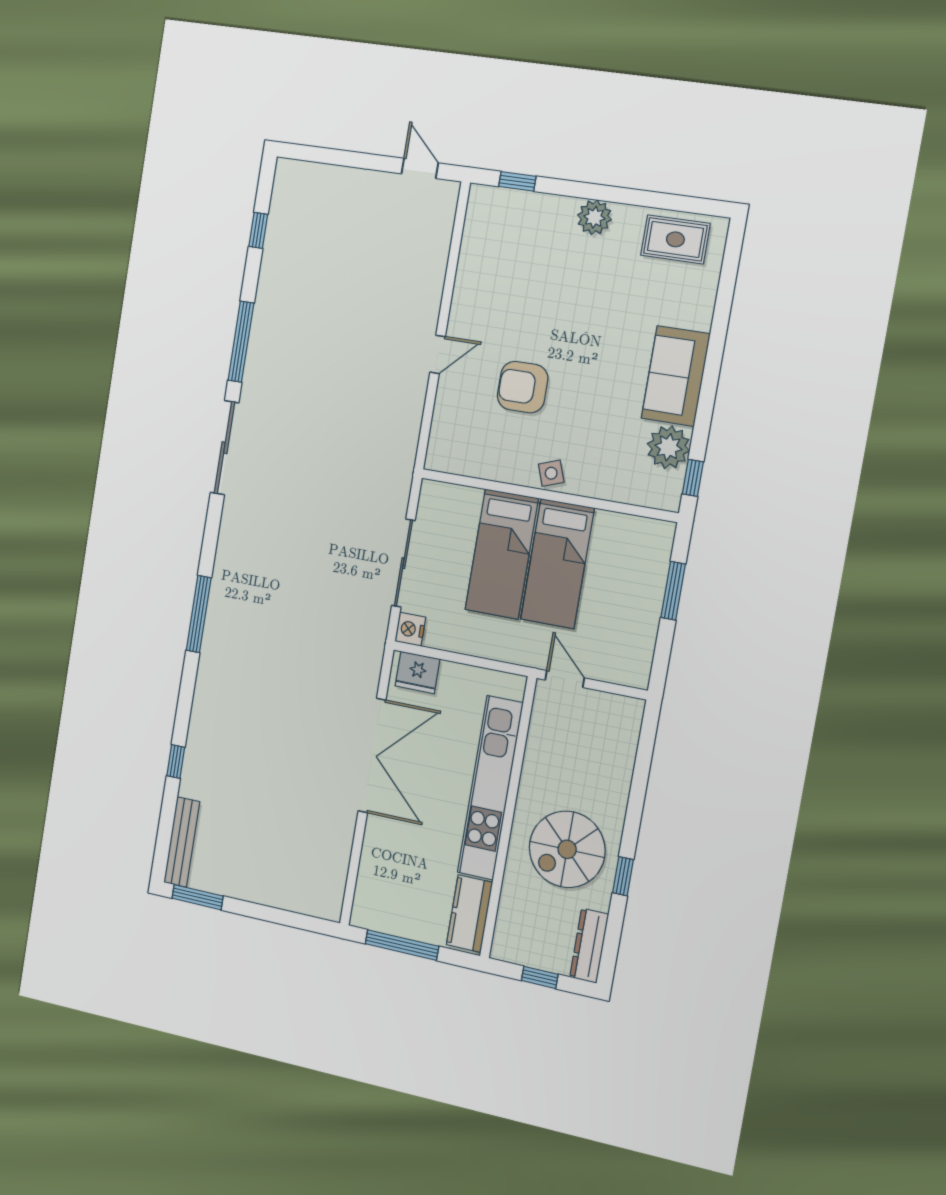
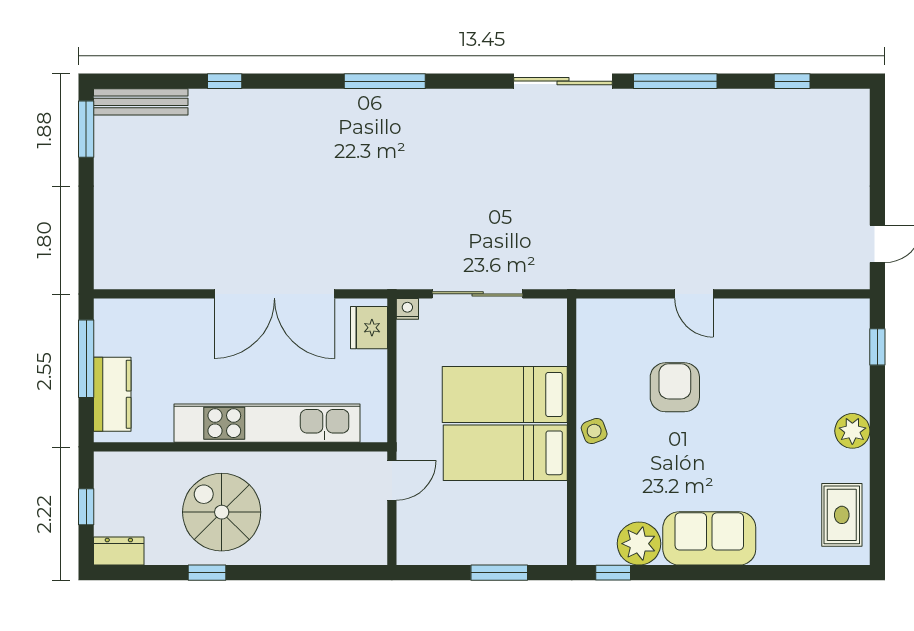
nightstand: (410, 629) -> (407, 309), width x0.72, depth x0.74
kitchen counter: (470, 914) -> (112, 394), moved, turned 90
dresser: (589, 946) -> (119, 551), width x0.70

